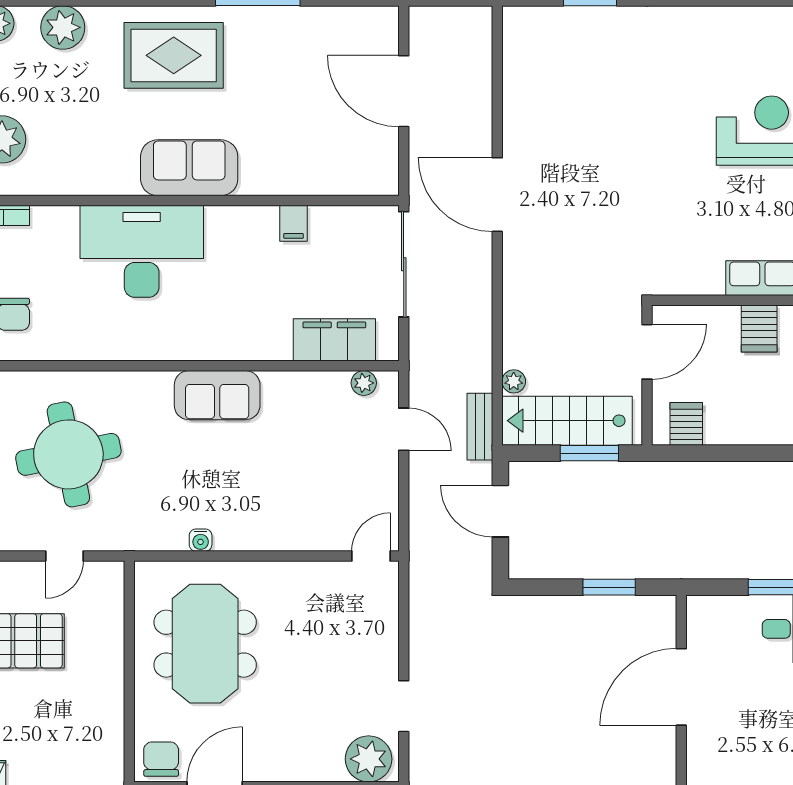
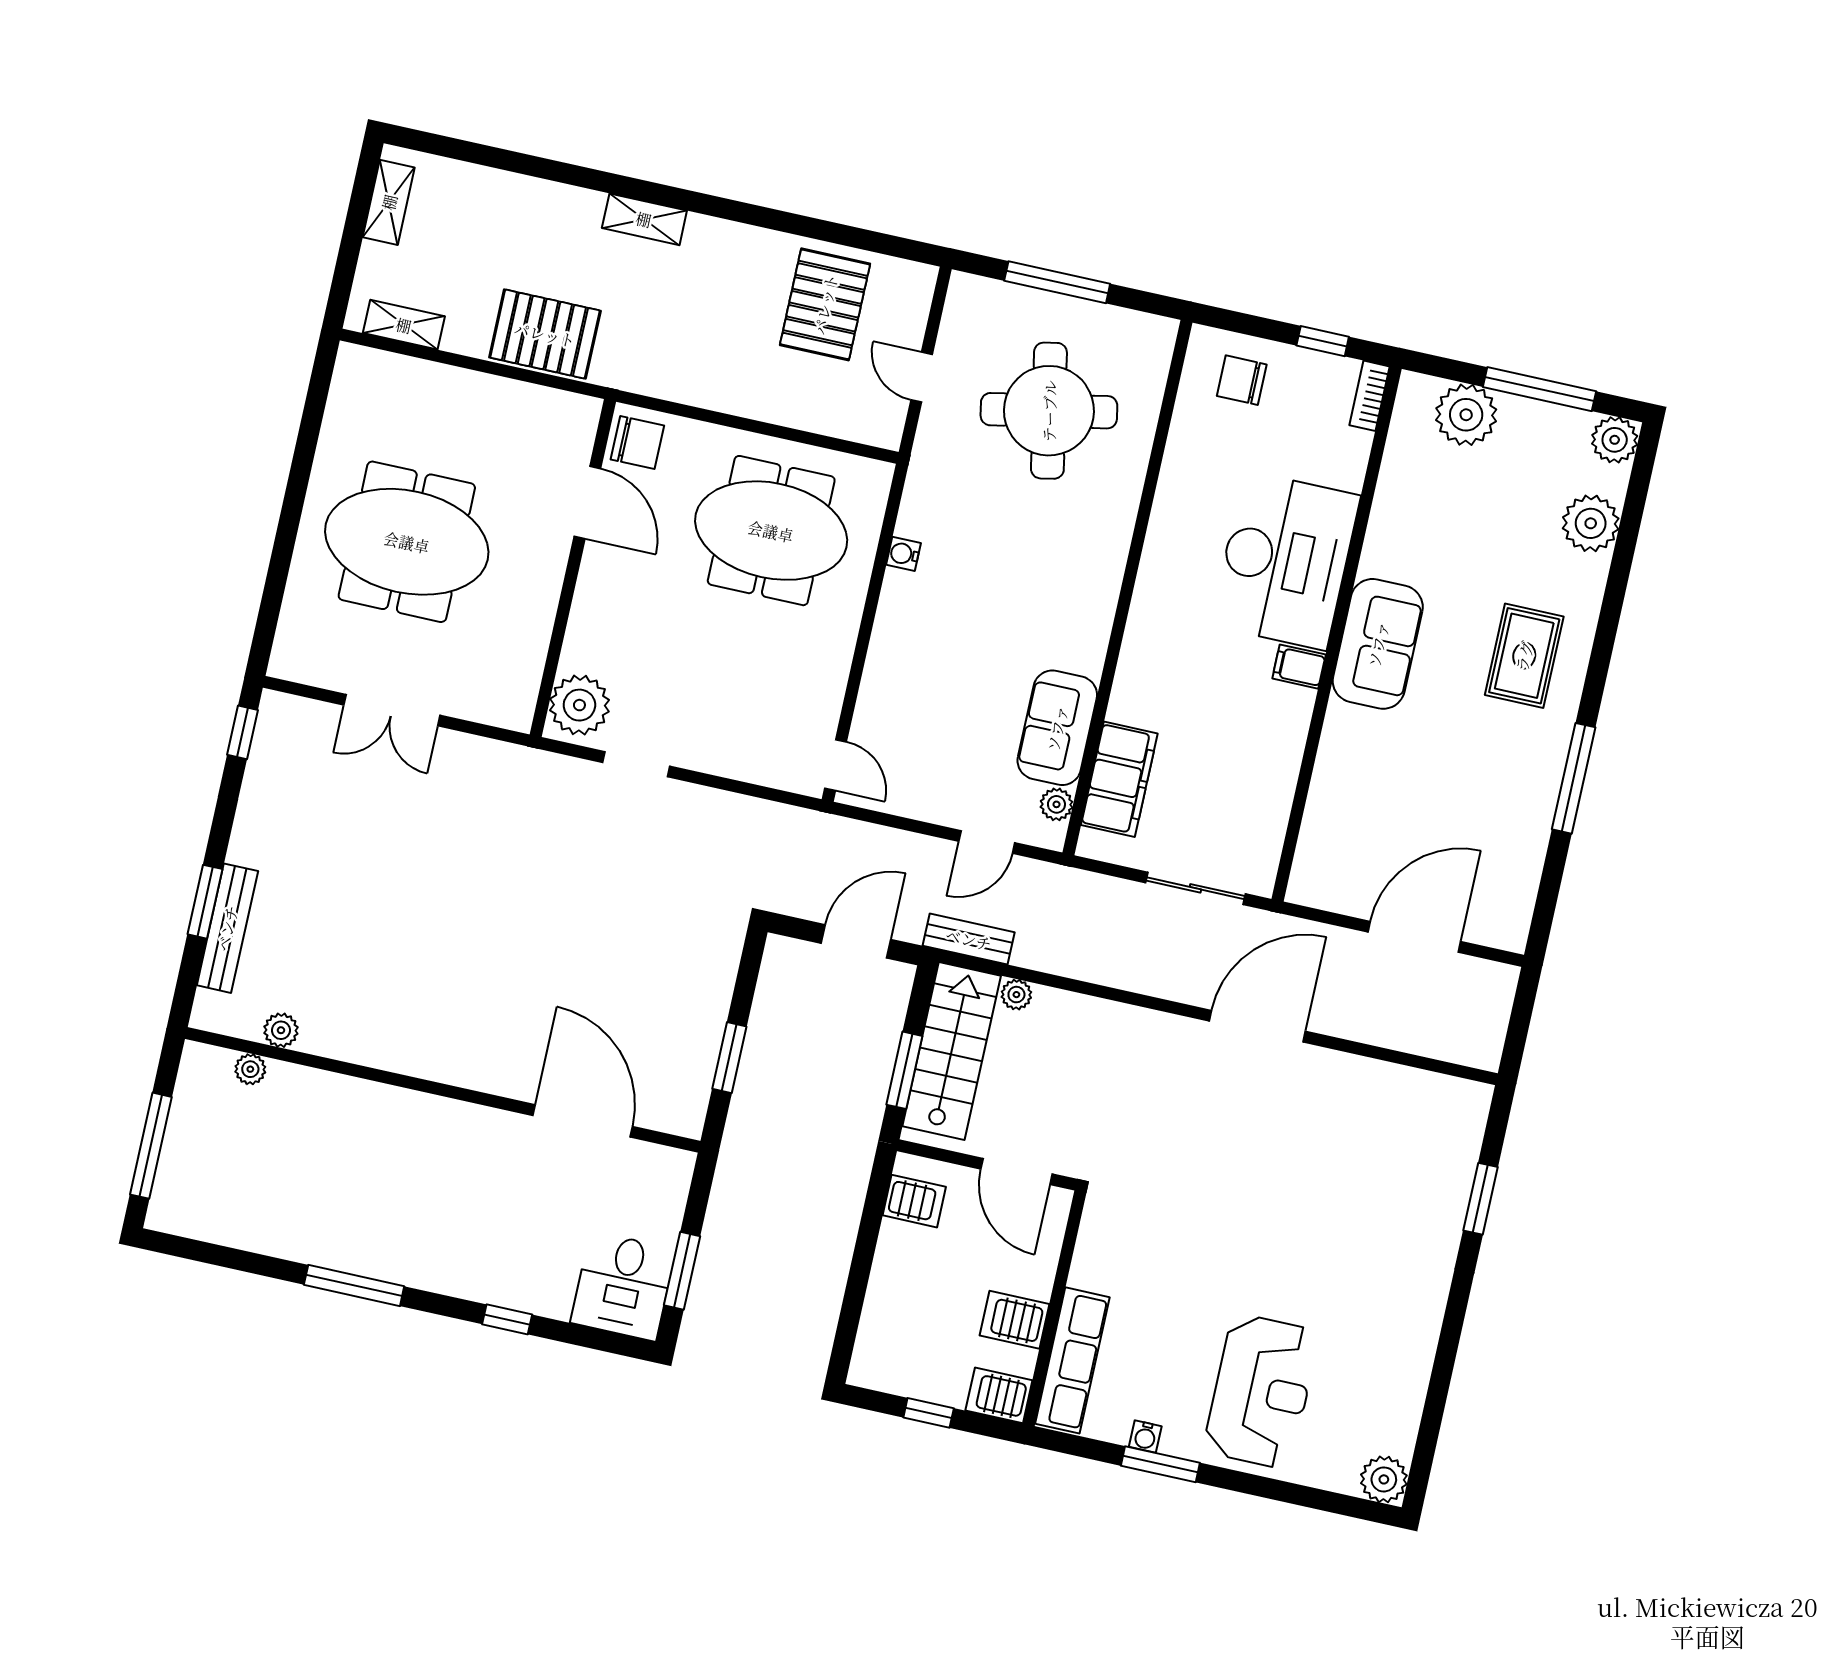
rug: (174, 55) -> (1524, 656), width x0.73, depth x0.70
filing cabinet: (294, 223) -> (1299, 667), moved
sliding door: (404, 264) -> (1195, 888), width x0.73
sofa: (217, 395) -> (1057, 728), moved

